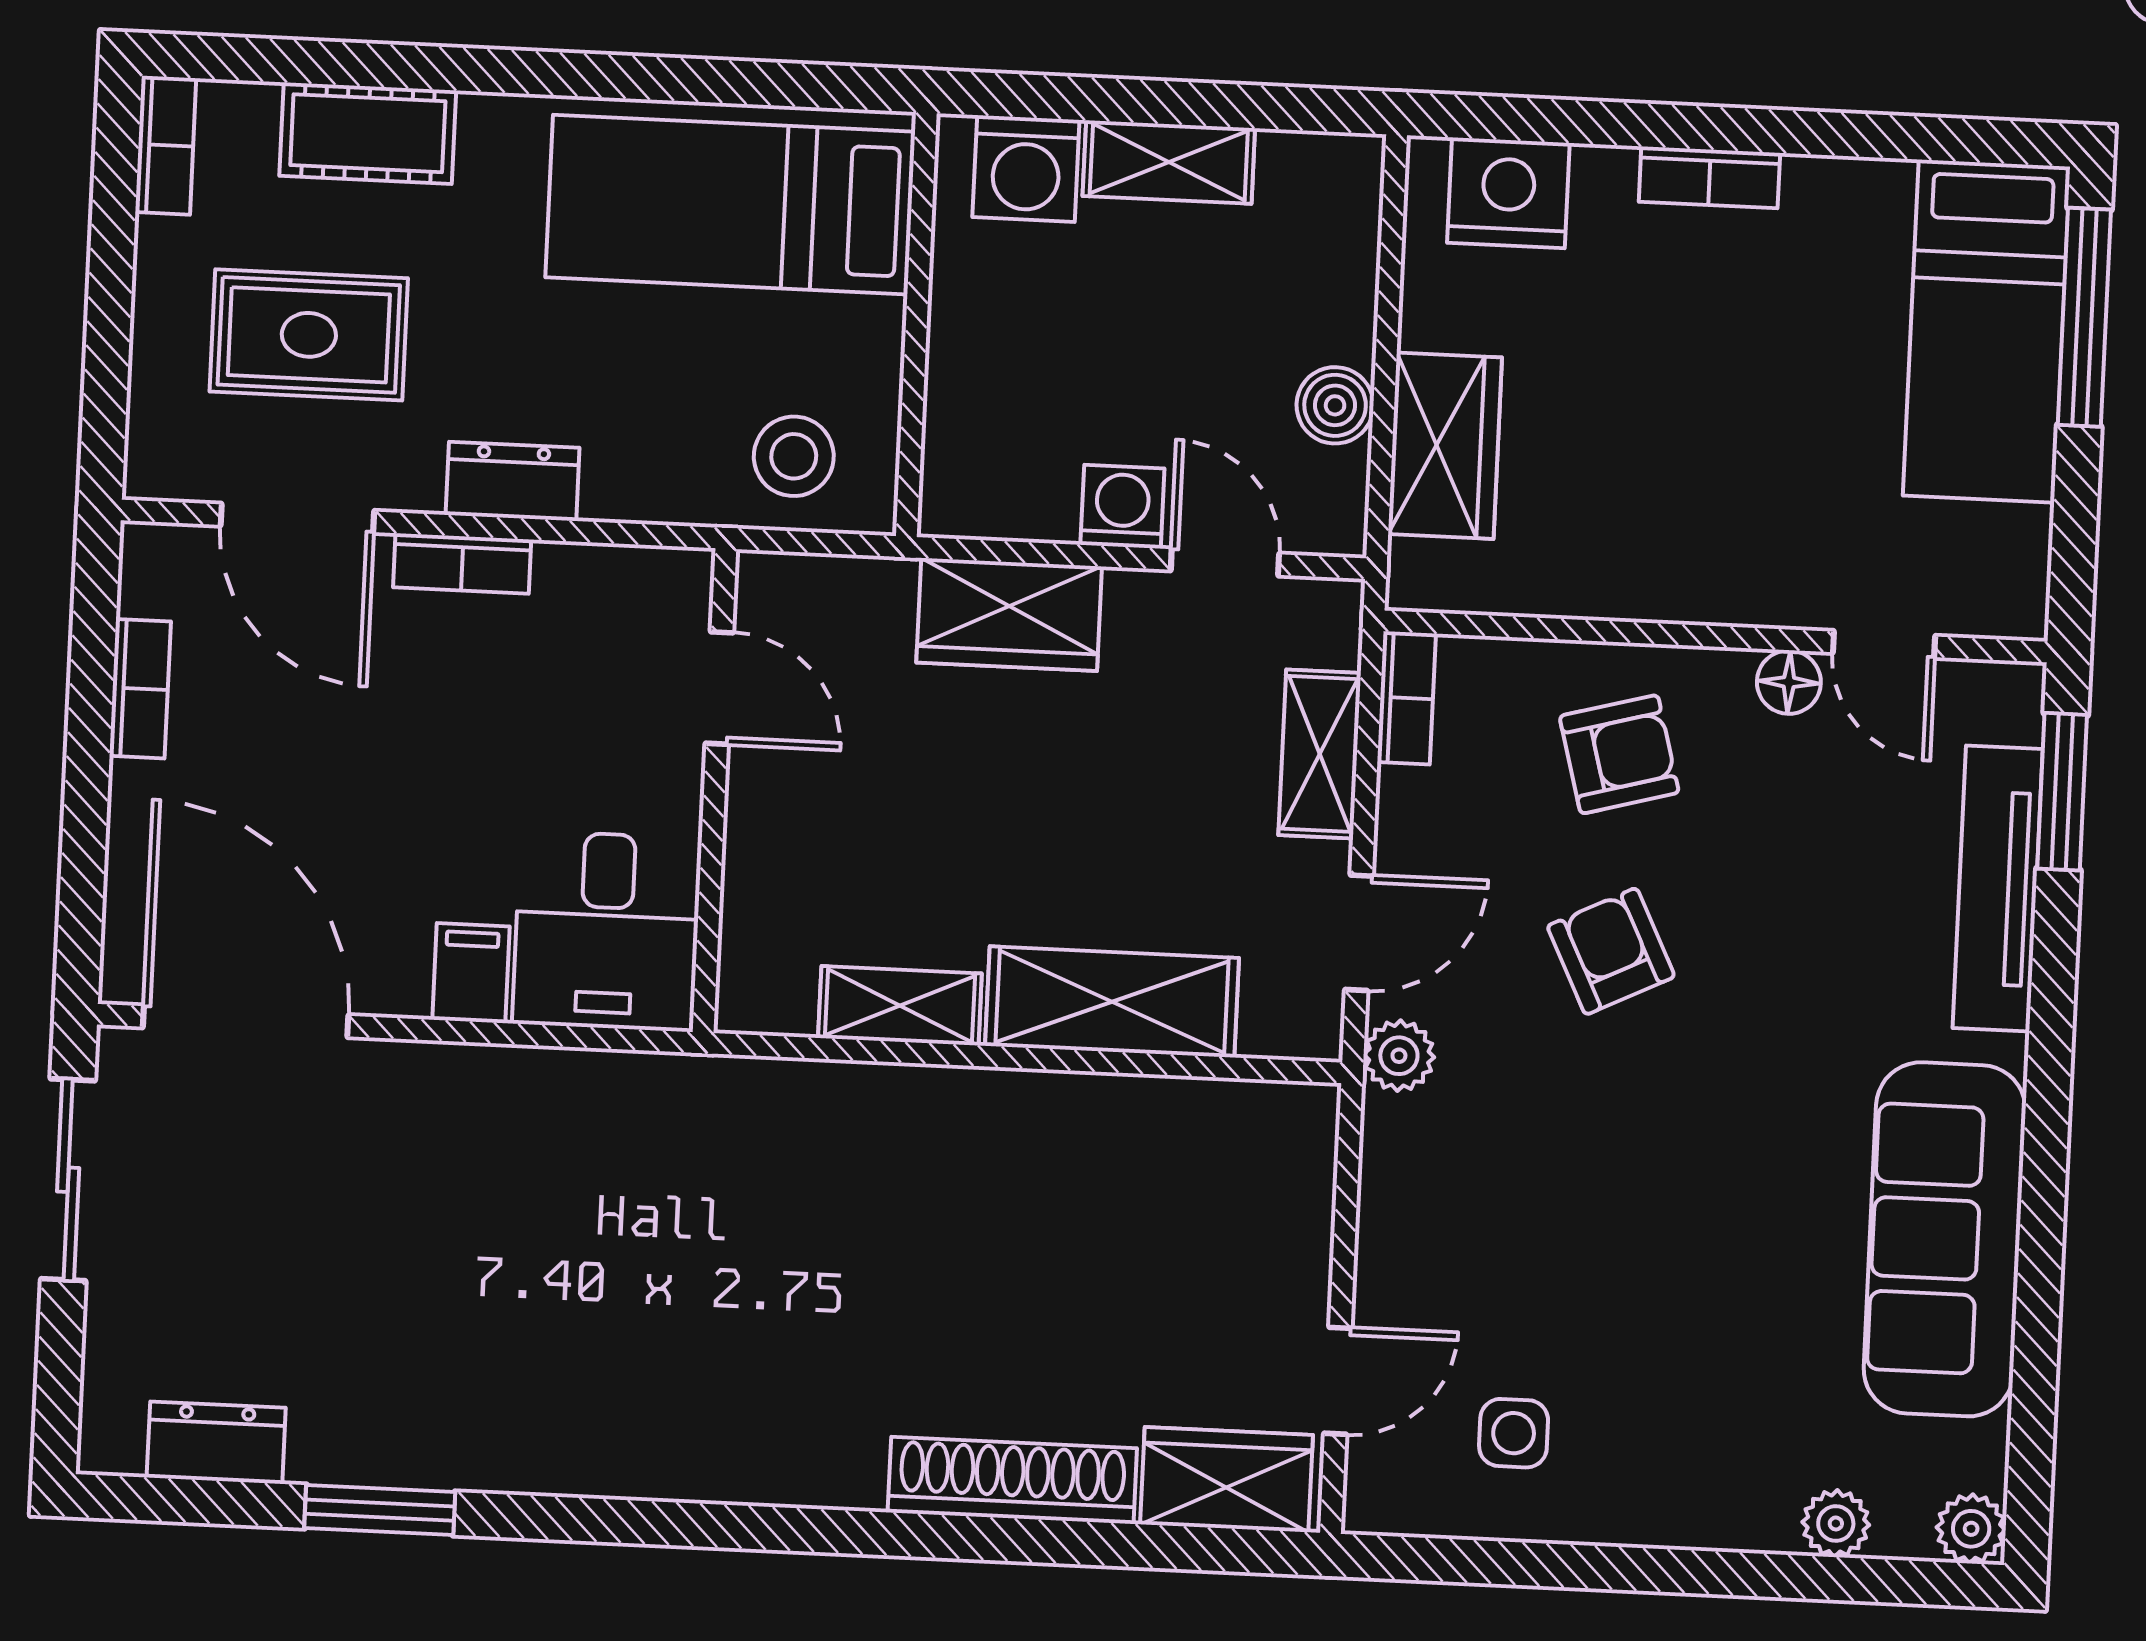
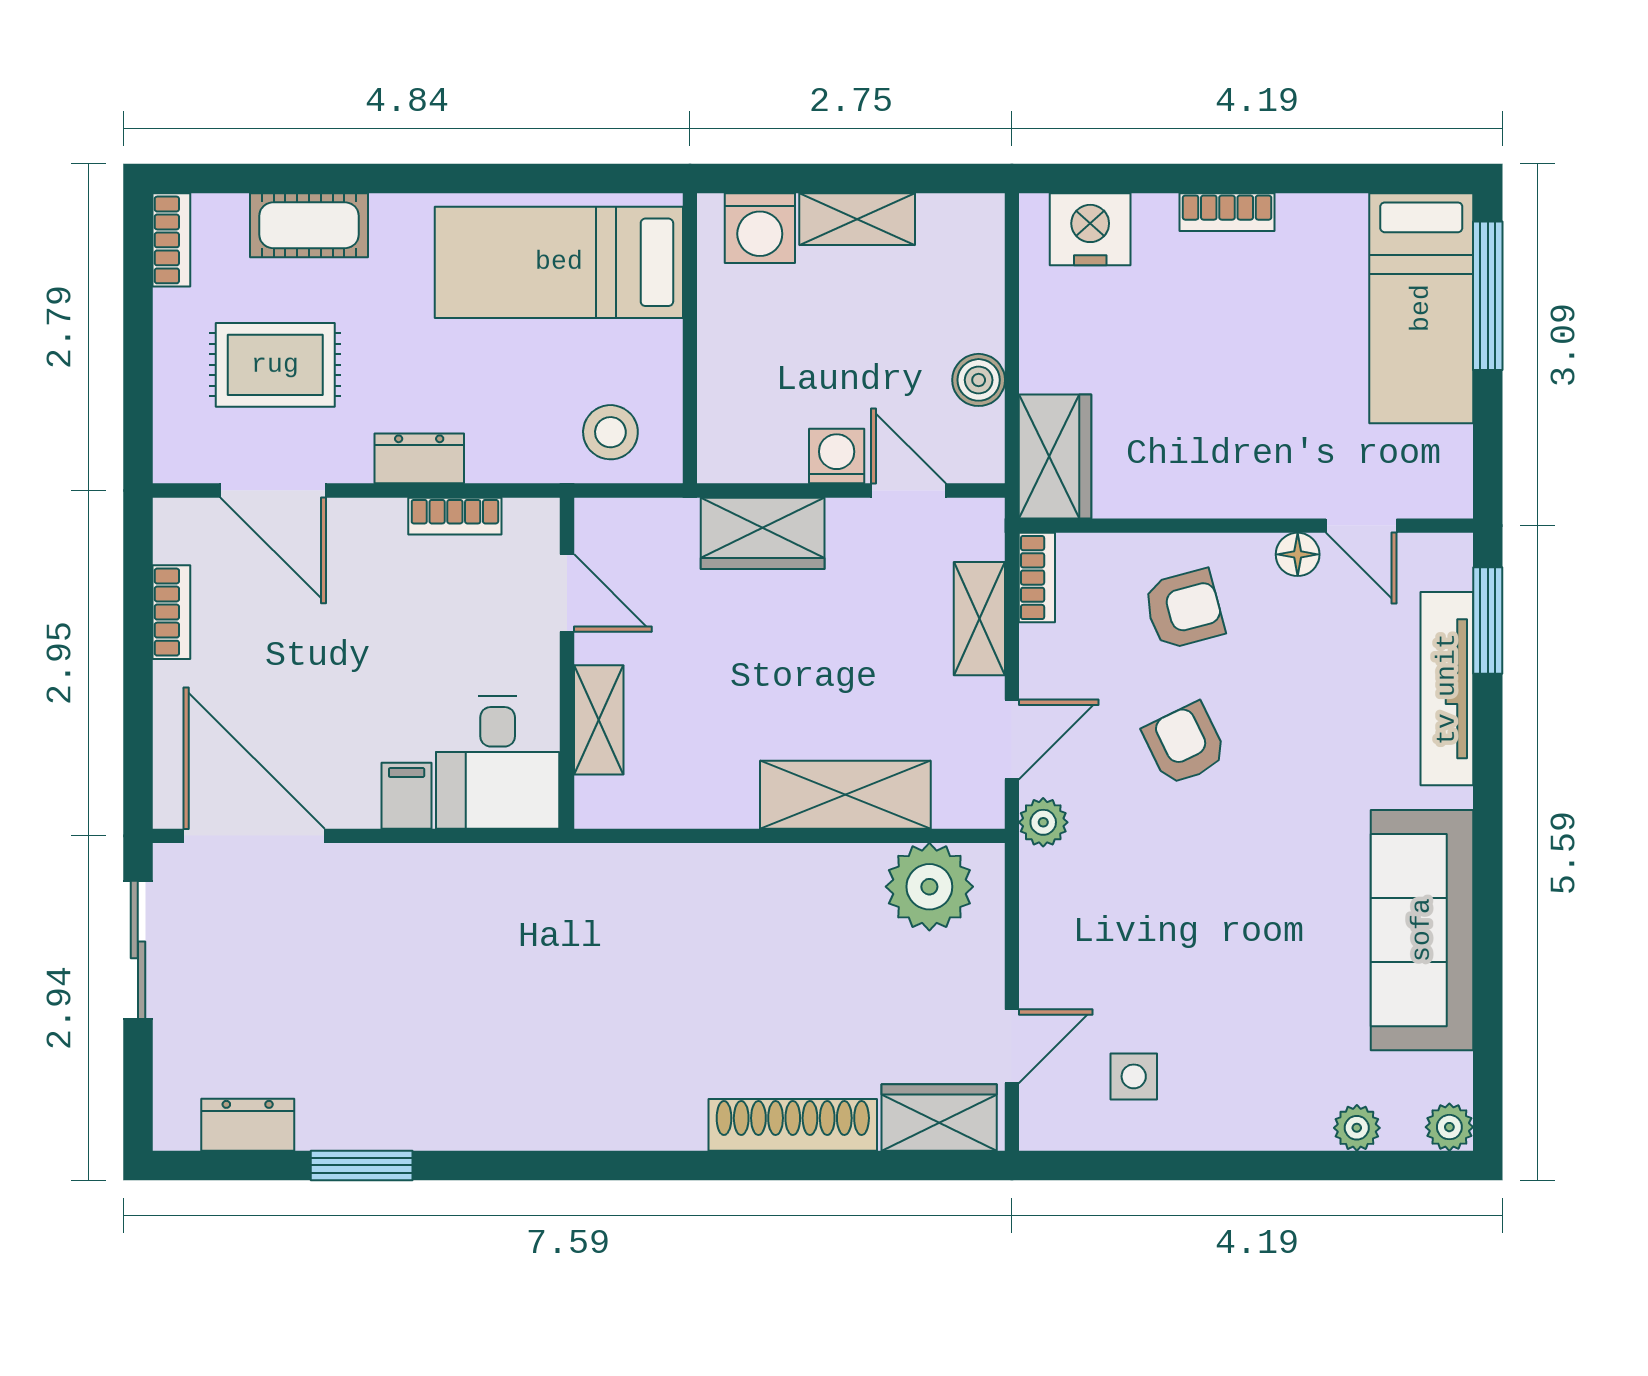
wardrobe: (1445, 446) -> (1055, 456), moved
bookcase: (462, 563) -> (455, 516), moved
shelving: (900, 1006) -> (599, 720), moved, turned 90
plant: (1228, 1142) -> (929, 887), added

